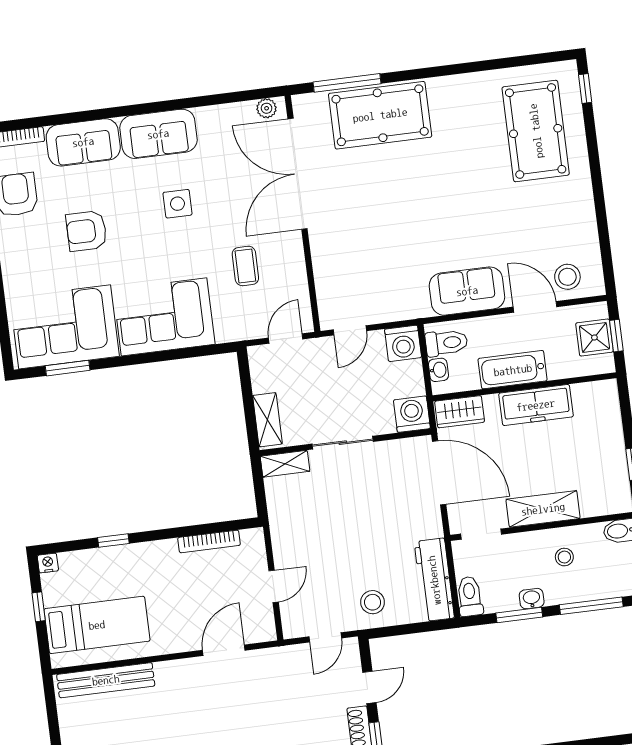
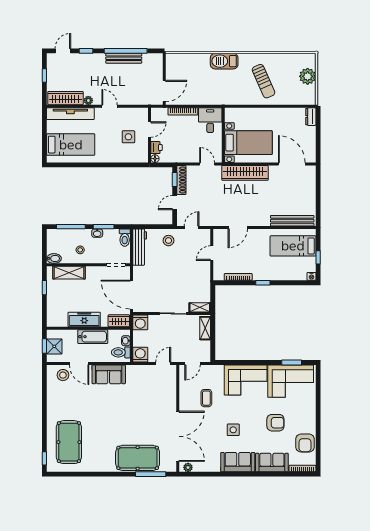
shelving: (543, 509) -> (69, 273), moved
window: (113, 541) -> (263, 283), moved

